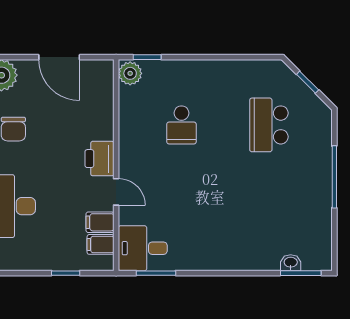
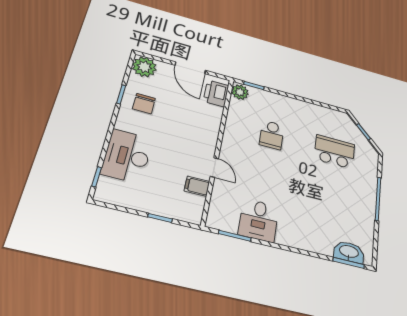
school desk: (269, 125) -> (334, 152), turned 90
printer: (99, 159) -> (216, 93), moved
filing cabinet: (101, 244) -> (194, 203), removed
desk: (143, 248) -> (259, 220), moved, turned -90
washbasin: (291, 263) -> (349, 252), width x1.91, depth x1.45

